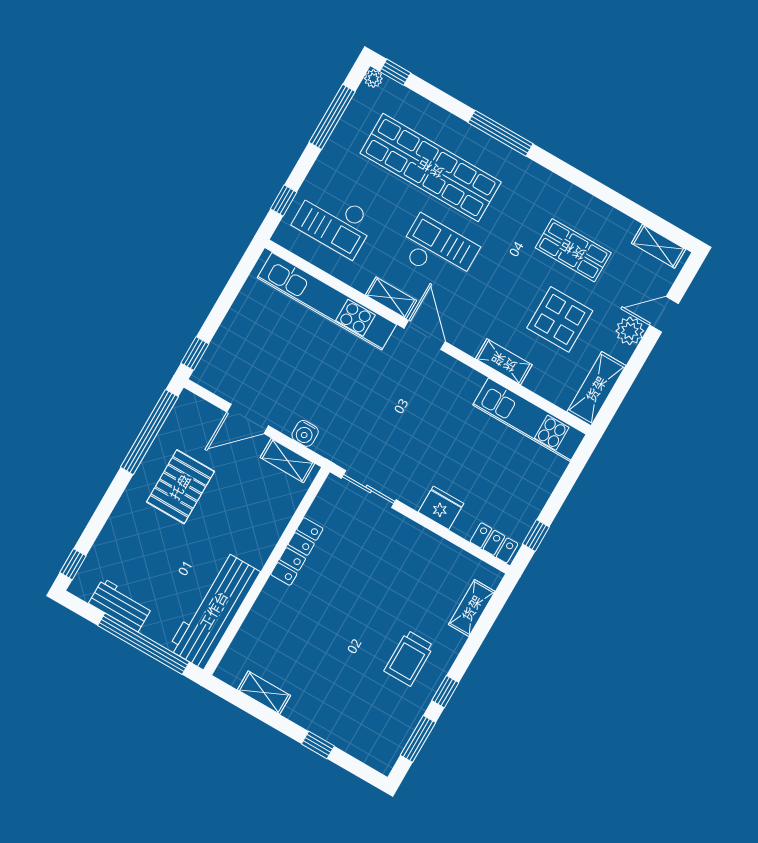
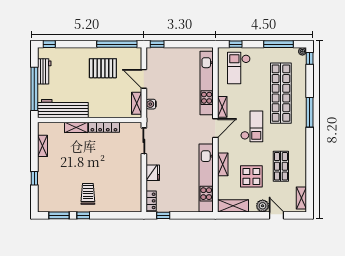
checkout: (438, 251) -> (252, 126), moved
kitchen unit: (529, 420) -> (206, 178), width x1.36
shelving: (472, 608) -> (76, 127), moved
trolley: (409, 658) -> (88, 194), turned 90

